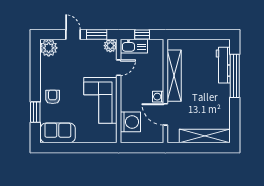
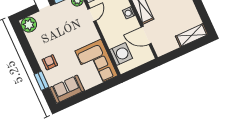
washing machine: (158, 97) -> (129, 13), moved
corner sofa: (100, 100) -> (96, 63), moved
shelving: (205, 136) -> (192, 35), width x0.68

